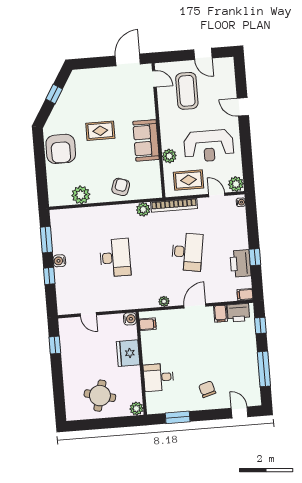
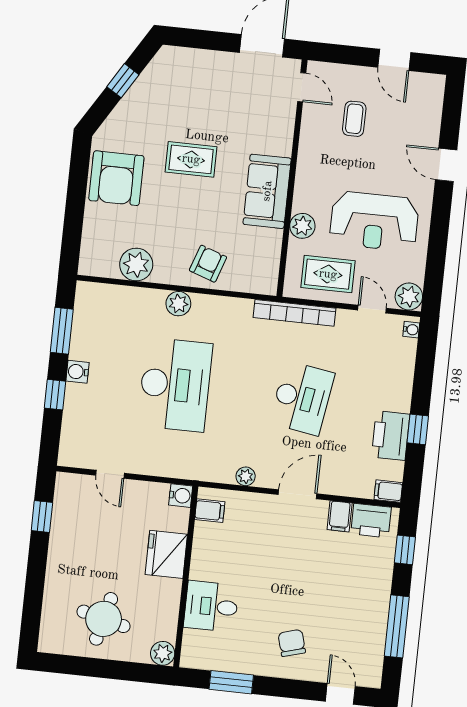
coffee table: (187, 91) -> (354, 119), width x0.54, depth x0.58
plant: (143, 209) -> (178, 304), moved
desk: (115, 258) -> (175, 385), width x1.36, depth x1.30

